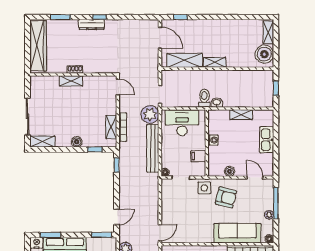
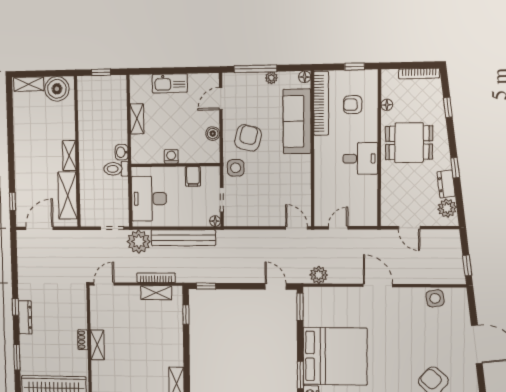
boiler: (77, 142) -> (176, 339), removed

